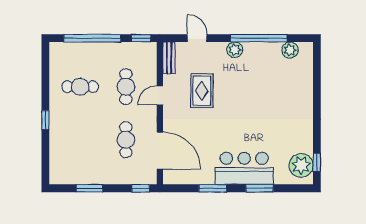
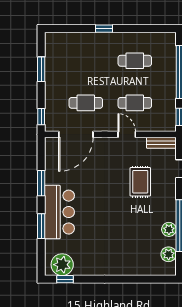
plant: (235, 50) -> (169, 229), moved
cafe table: (80, 87) -> (135, 61), turned 90
rug: (202, 91) -> (140, 182), moved, turned 90

